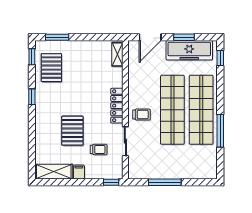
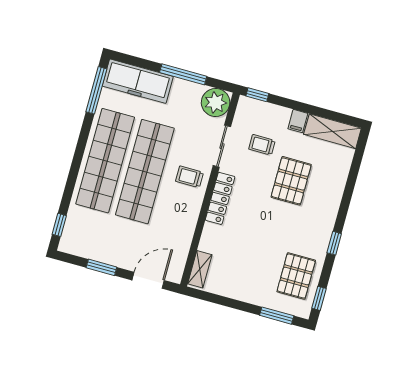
freezer: (189, 50) -> (138, 81), moved, turned 180
window: (220, 131) -> (96, 90), moved
plant: (138, 169) -> (216, 103), added

